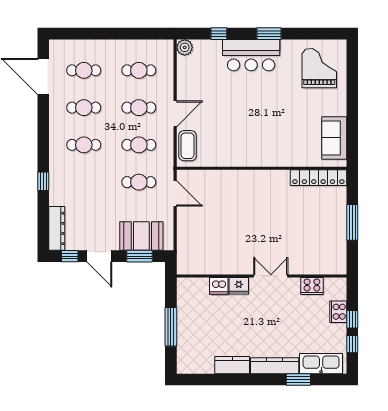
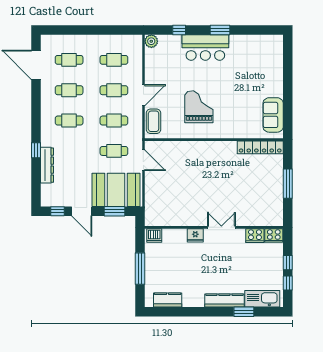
grand piano: (319, 68) -> (199, 107), moved
dresser: (57, 228) -> (47, 165), moved
booth: (141, 236) -> (116, 190), width x1.36, depth x1.42
dishwasher: (219, 286) -> (154, 235), moved
cooker: (338, 312) -> (274, 235), moved, turned -90
kitchen counter: (232, 365) -> (168, 300), moved

